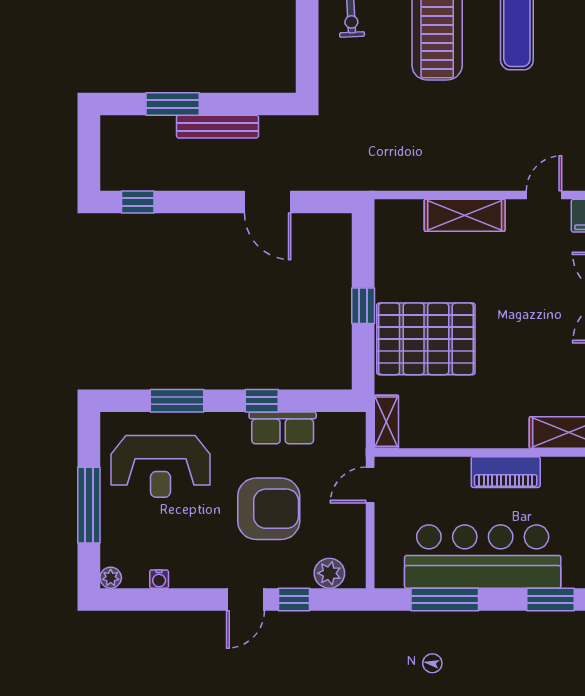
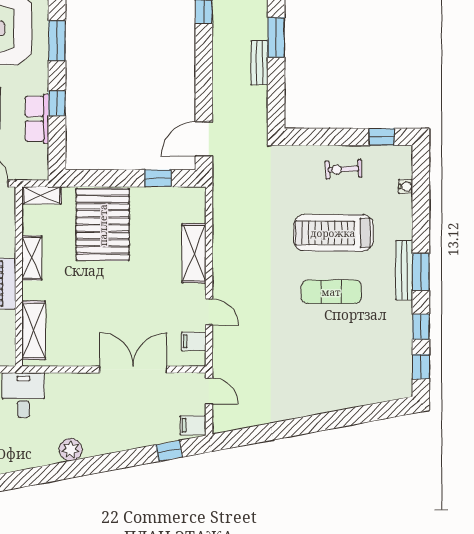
bench: (218, 127) -> (259, 63), width x0.73
door: (268, 202) -> (204, 139), moved
window: (363, 306) -> (158, 178), moved
shelving: (471, 435) -> (32, 258), added

